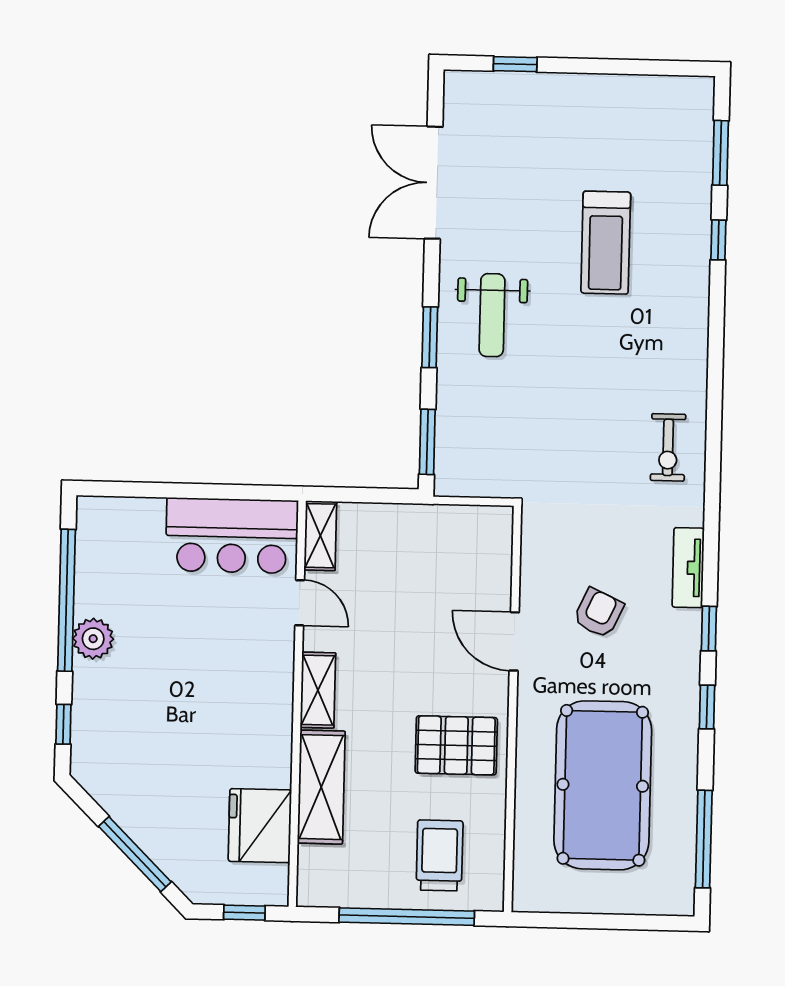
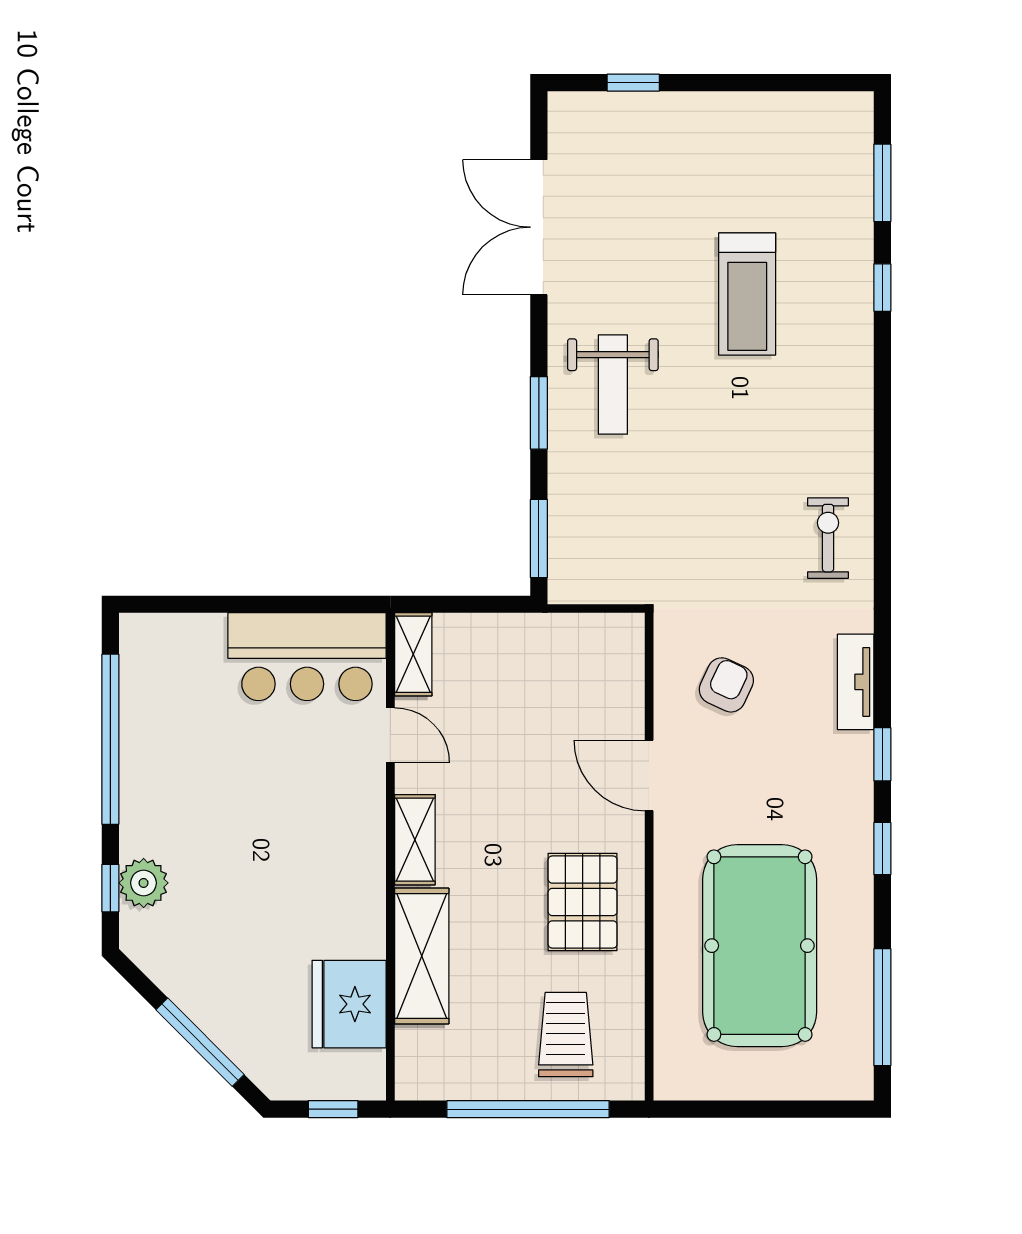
exercise bike: (668, 447) -> (828, 538), turned 180
armchair: (598, 613) -> (726, 685), moved
plant: (93, 639) -> (144, 883), moved
pallet: (456, 745) -> (583, 902), turned 90

